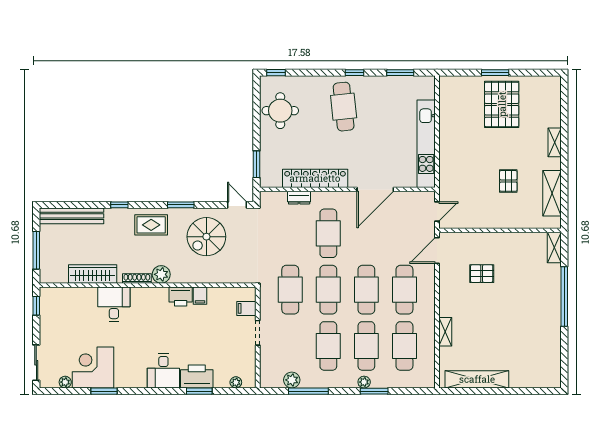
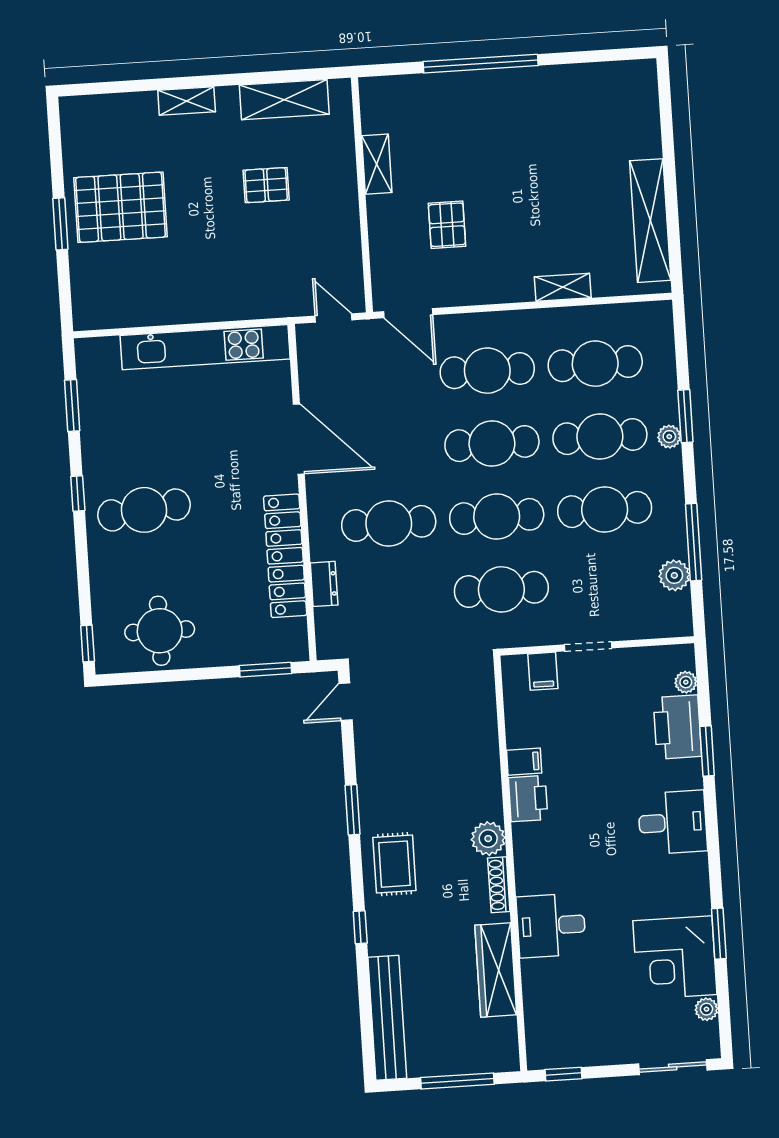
spiral stairs: (206, 237) -> (410, 757), removed
shelving: (554, 248) -> (377, 164), moved, turned 90
printer: (197, 376) -> (677, 727), moved

